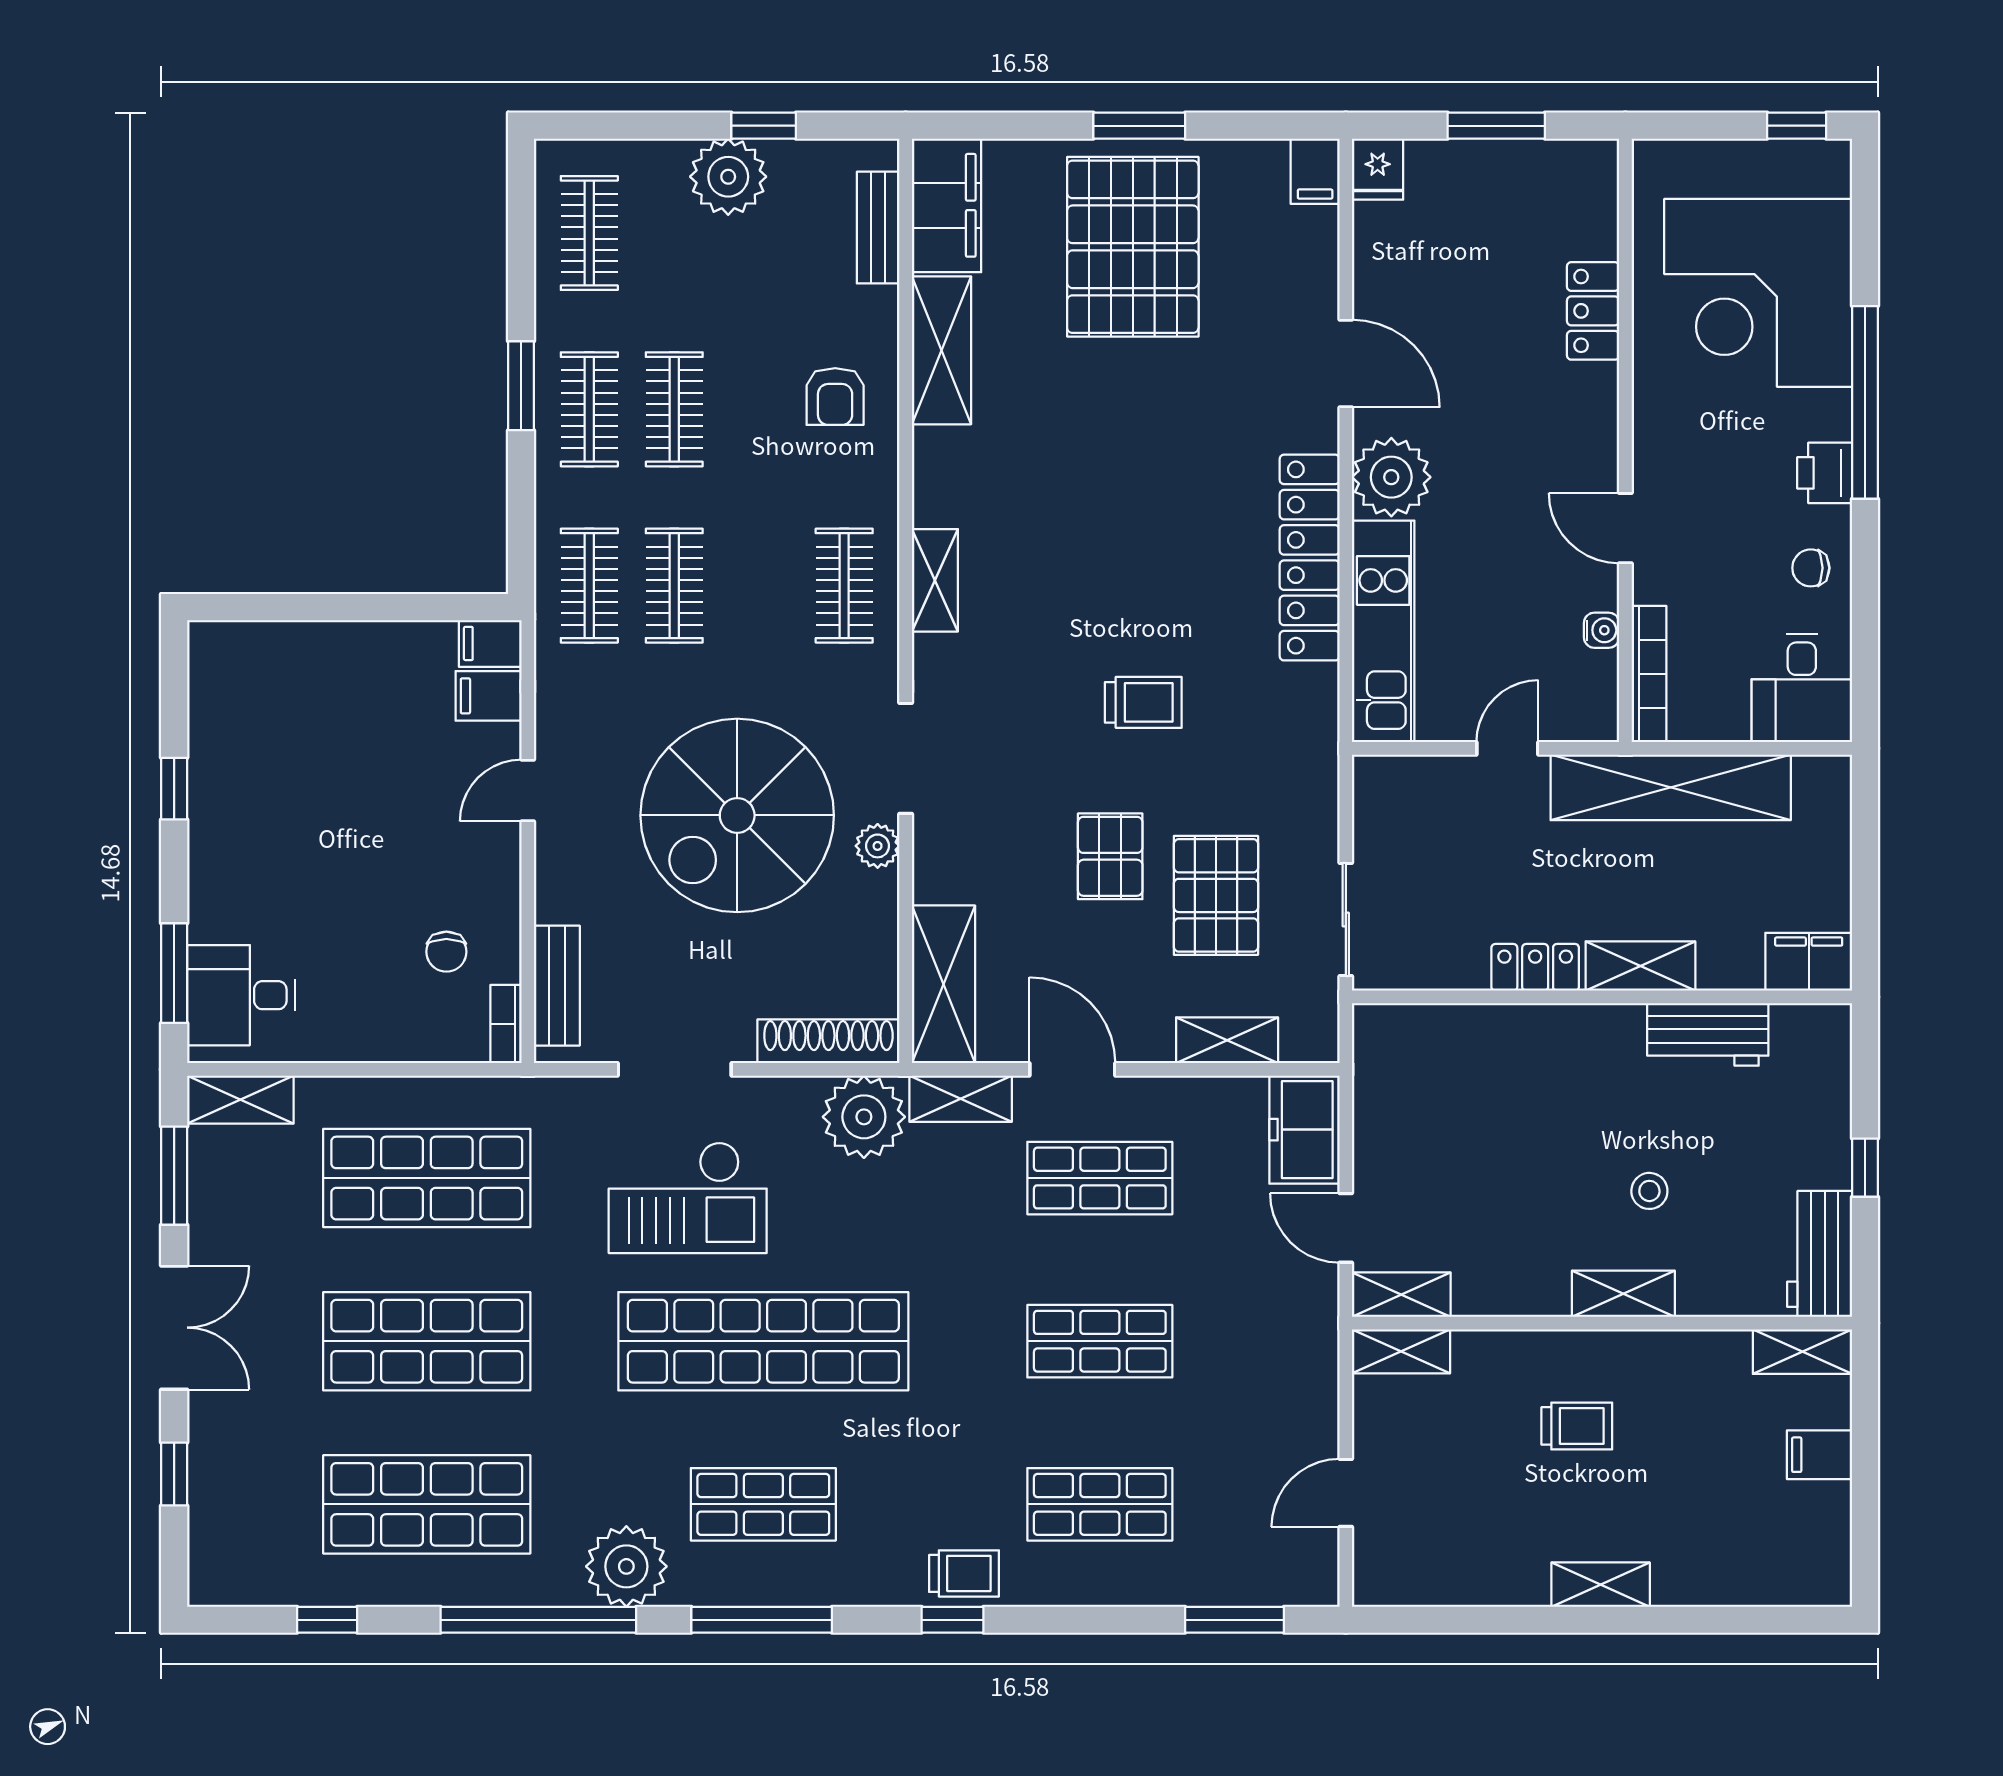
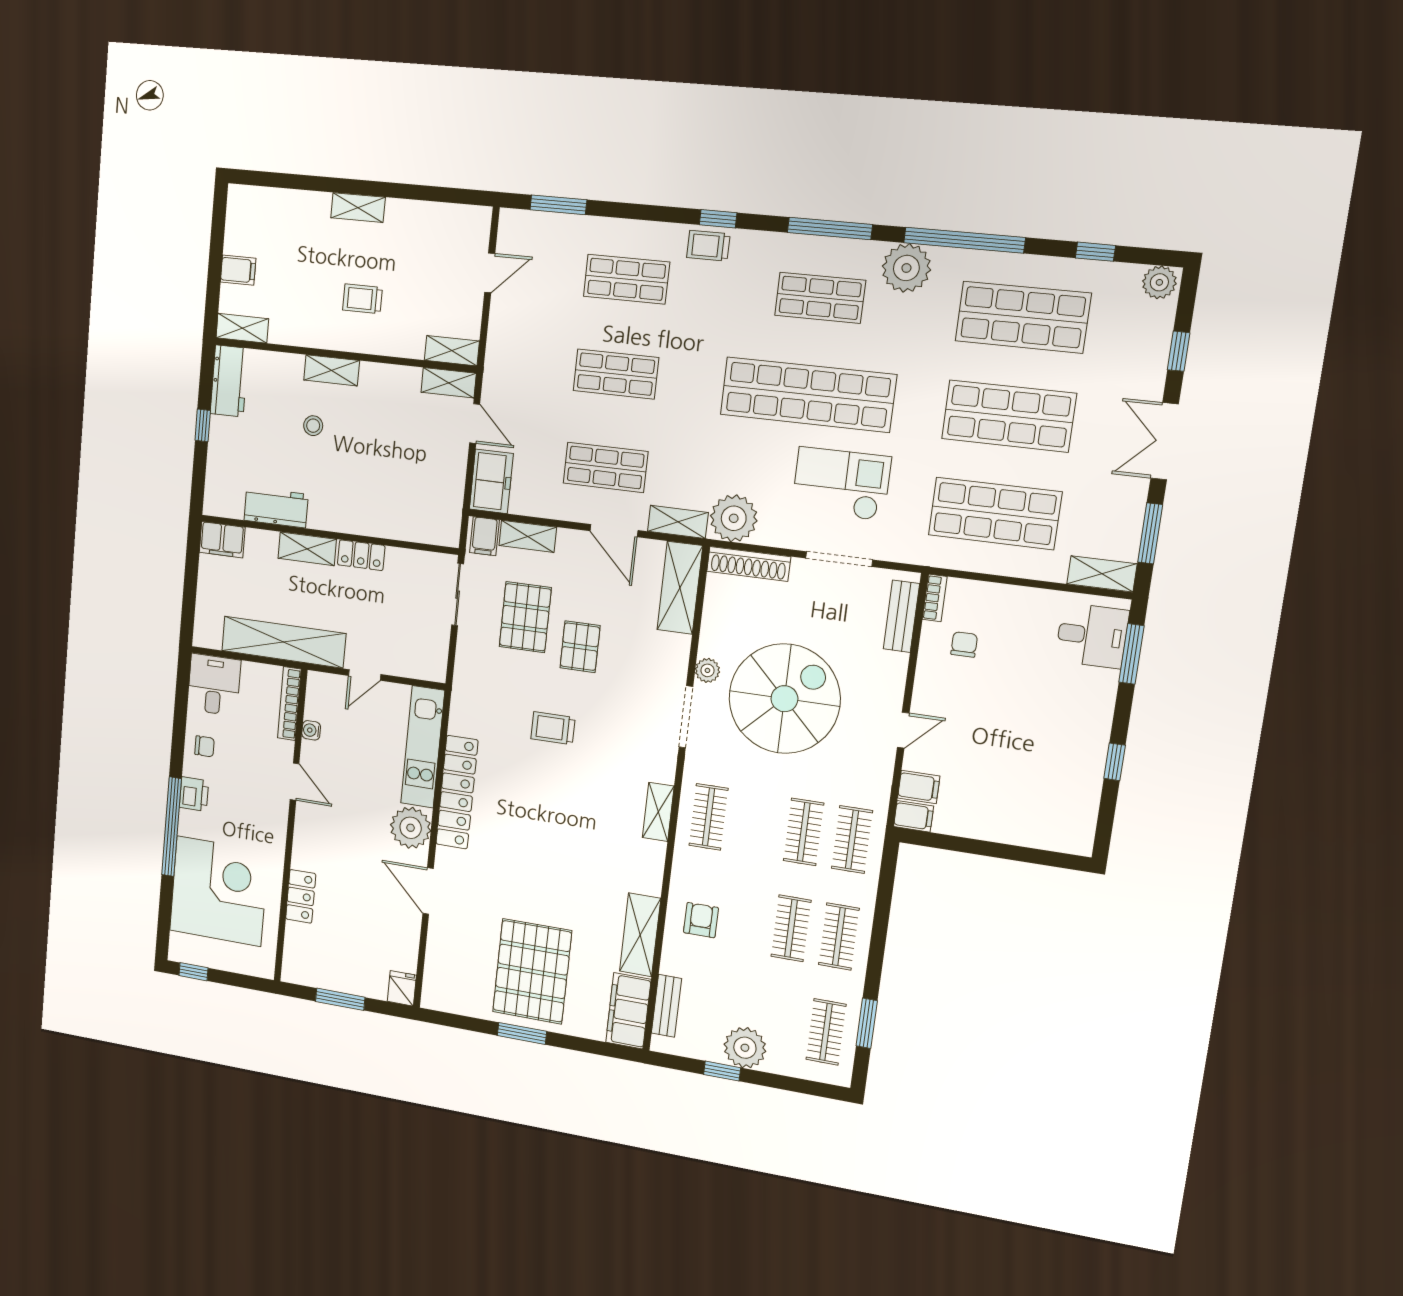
filing cabinet: (1315, 171) -> (484, 536), moved, turned 180
window: (521, 386) -> (867, 1023), moved
plant: (220, 1580) -> (1159, 282), added

